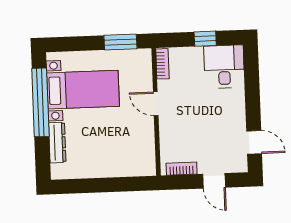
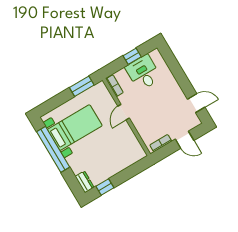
desk: (224, 67) -> (143, 73), moved
door: (156, 104) -> (124, 112), hinge flipped
dresser: (57, 143) -> (85, 182), moved, width x0.70
window: (80, 186) -> (105, 187), added

